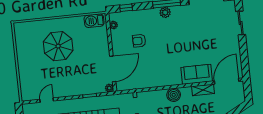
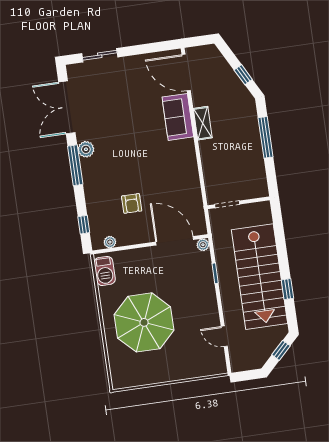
plant: (165, 12) -> (86, 149), moved
parasol: (58, 46) -> (144, 322), width x1.36, depth x1.36
shelving: (203, 90) -> (203, 123), moved
boiler: (174, 95) -> (209, 150), removed

